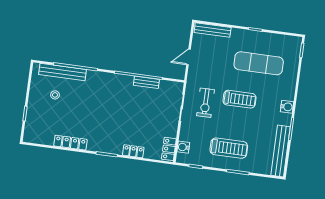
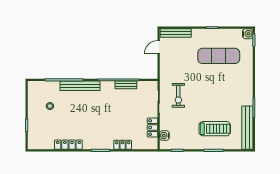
door: (189, 57) -> (159, 47), moved
bench: (62, 72) -> (80, 86), moved
treadmill: (239, 99) -> (207, 89), removed
water cooler: (287, 107) -> (248, 34), moved
treadmill: (229, 148) -> (215, 129), moved
locker: (169, 149) -> (153, 127), moved

